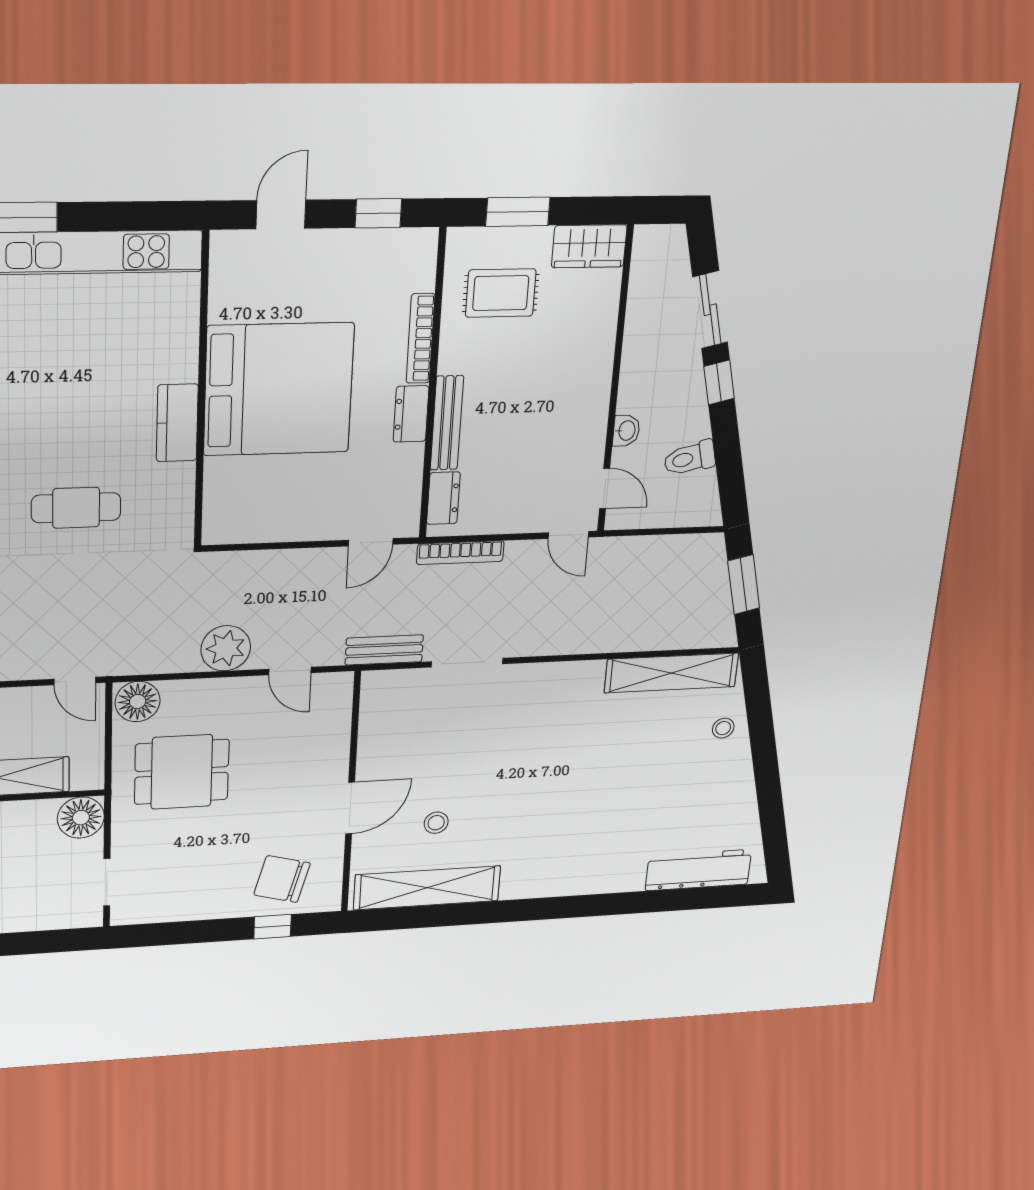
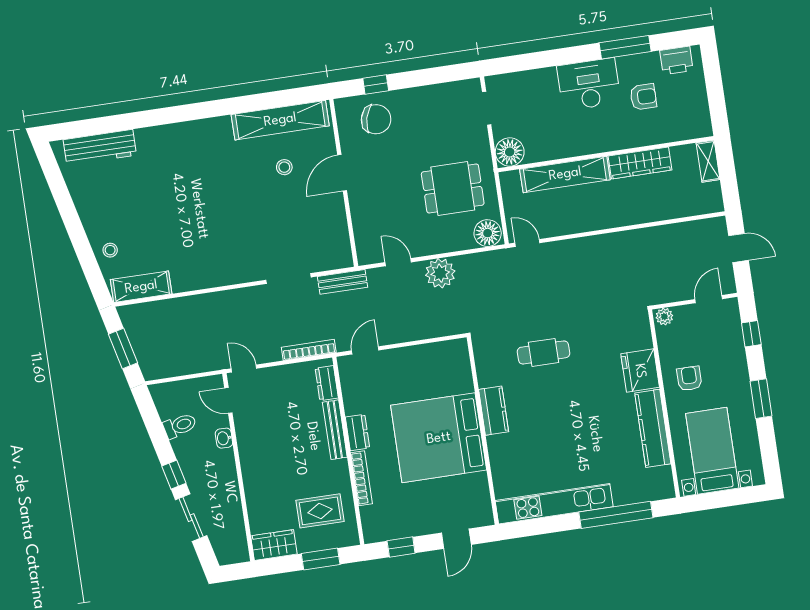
shelving: (671, 673) -> (141, 287), width x0.68

